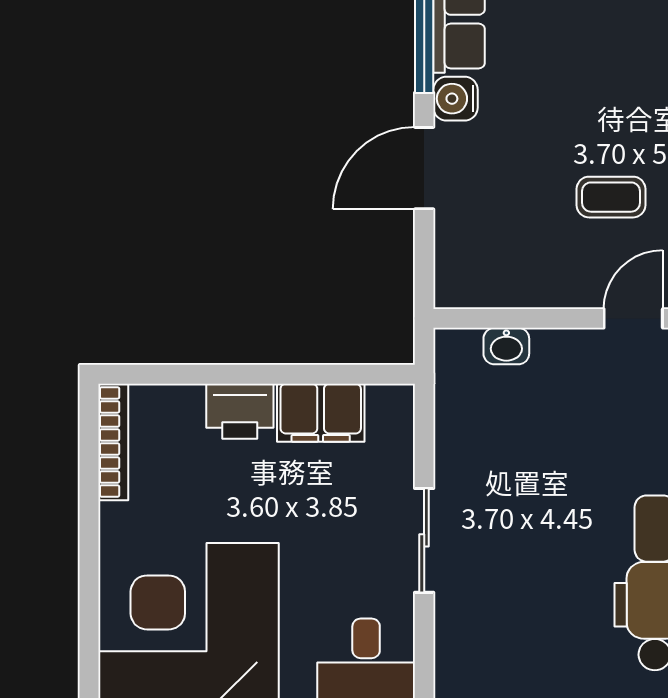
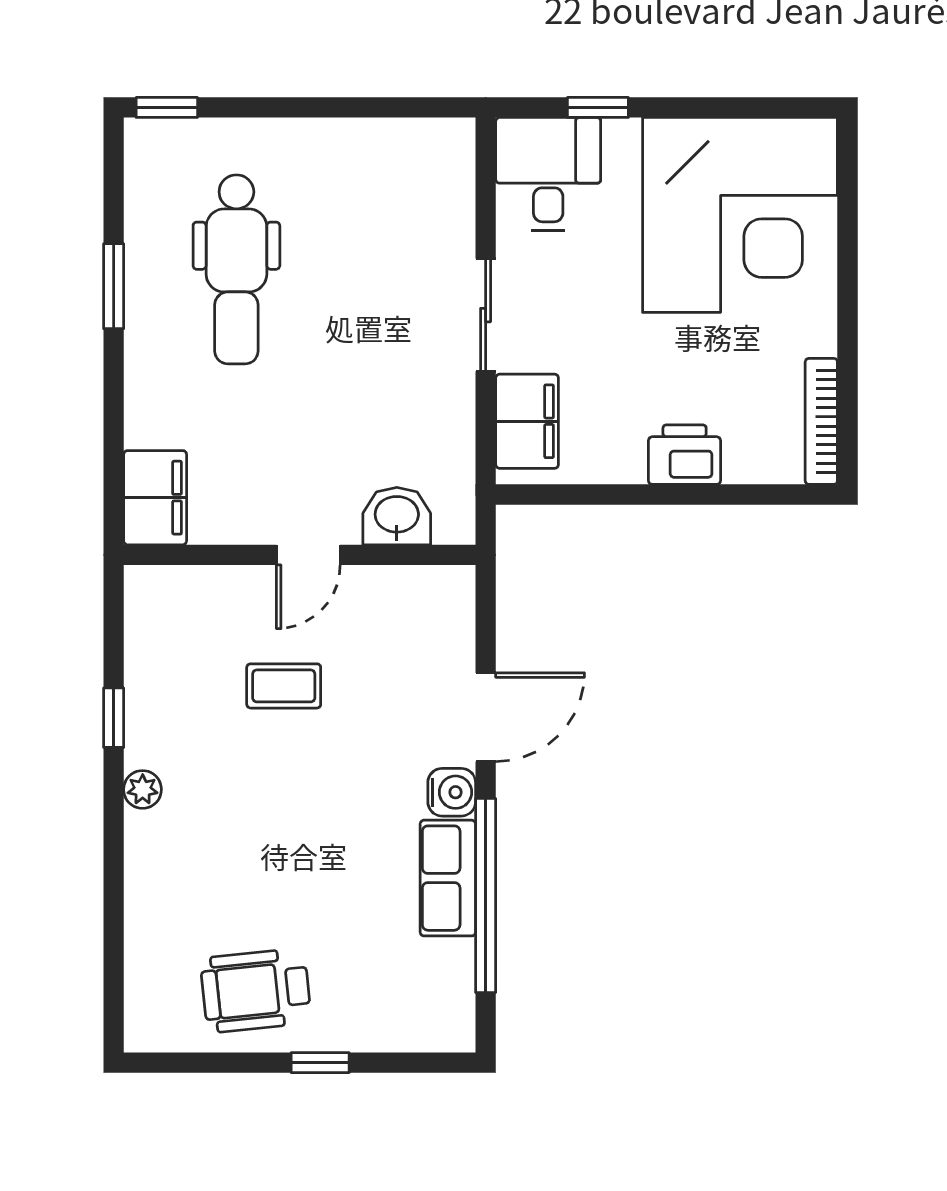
door: (633, 318) -> (308, 555), moved
washbasin: (506, 346) -> (397, 516), width x1.38, depth x1.45
filing cabinet: (321, 413) -> (527, 421), moved, turned 90

